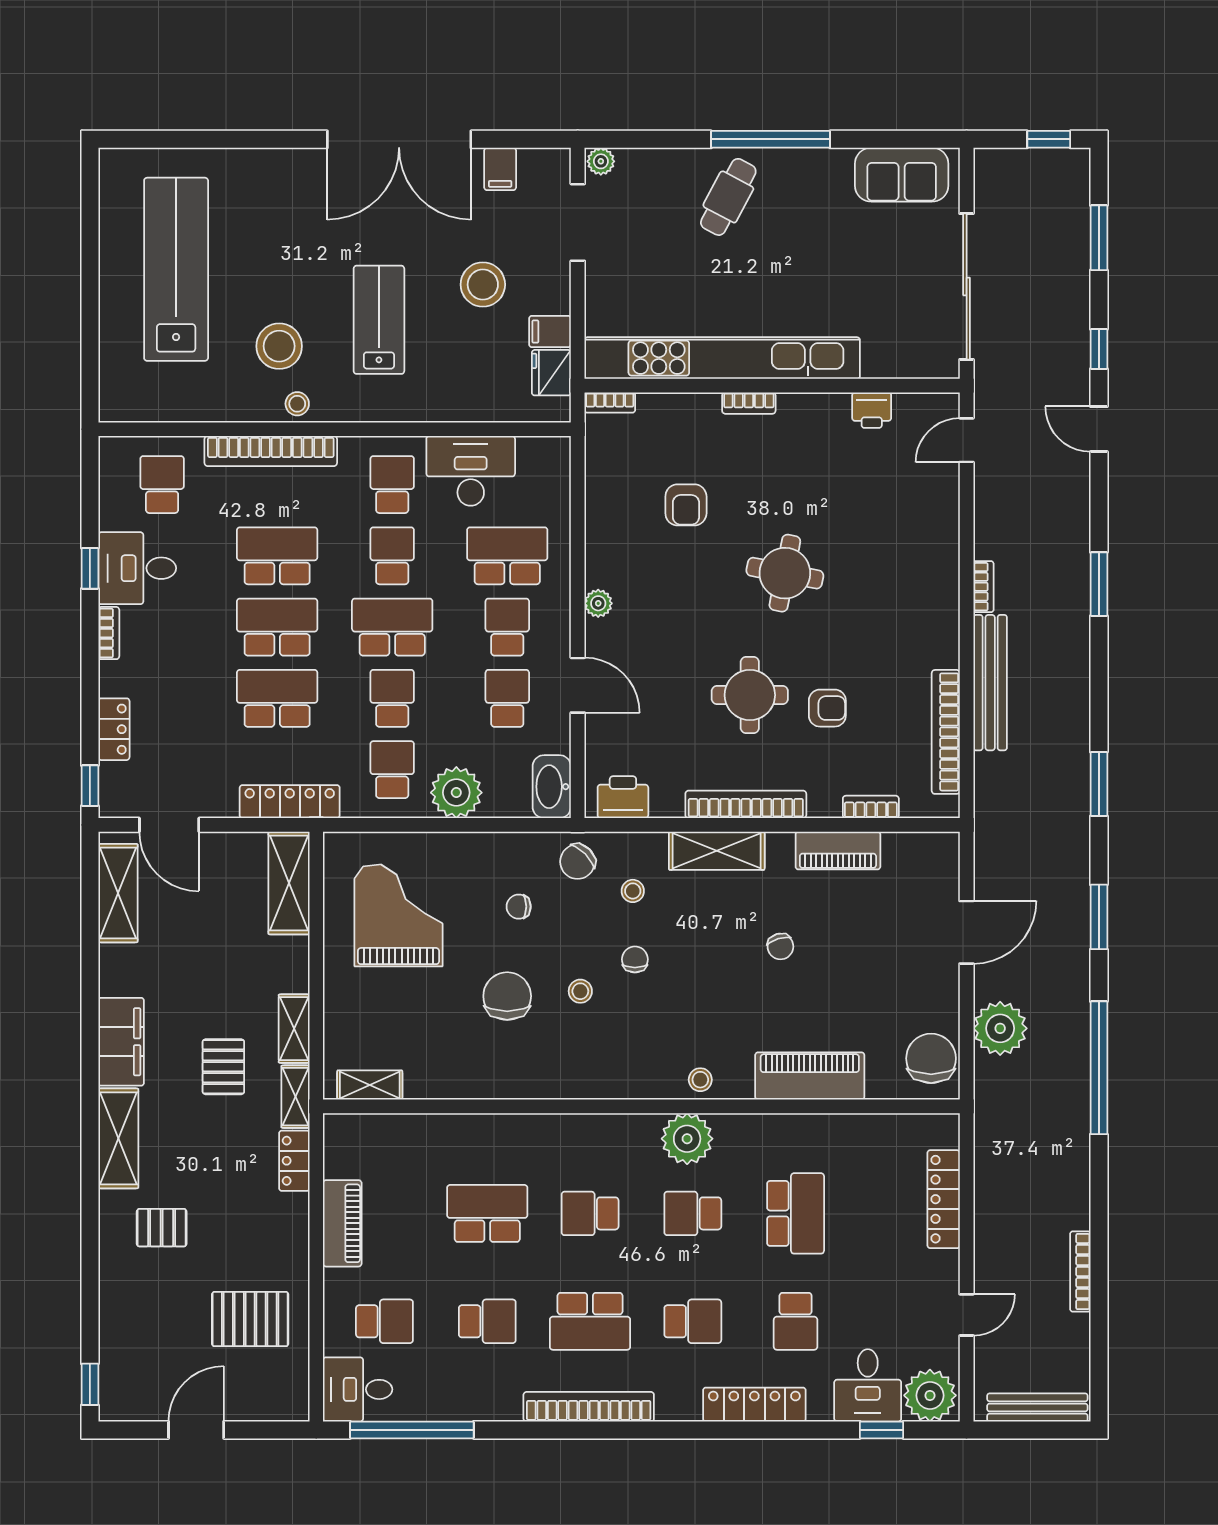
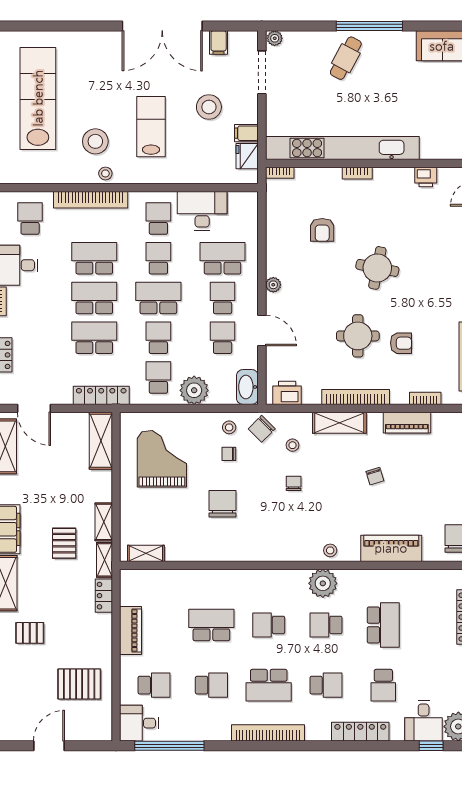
stool: (580, 991) -> (229, 427), moved

